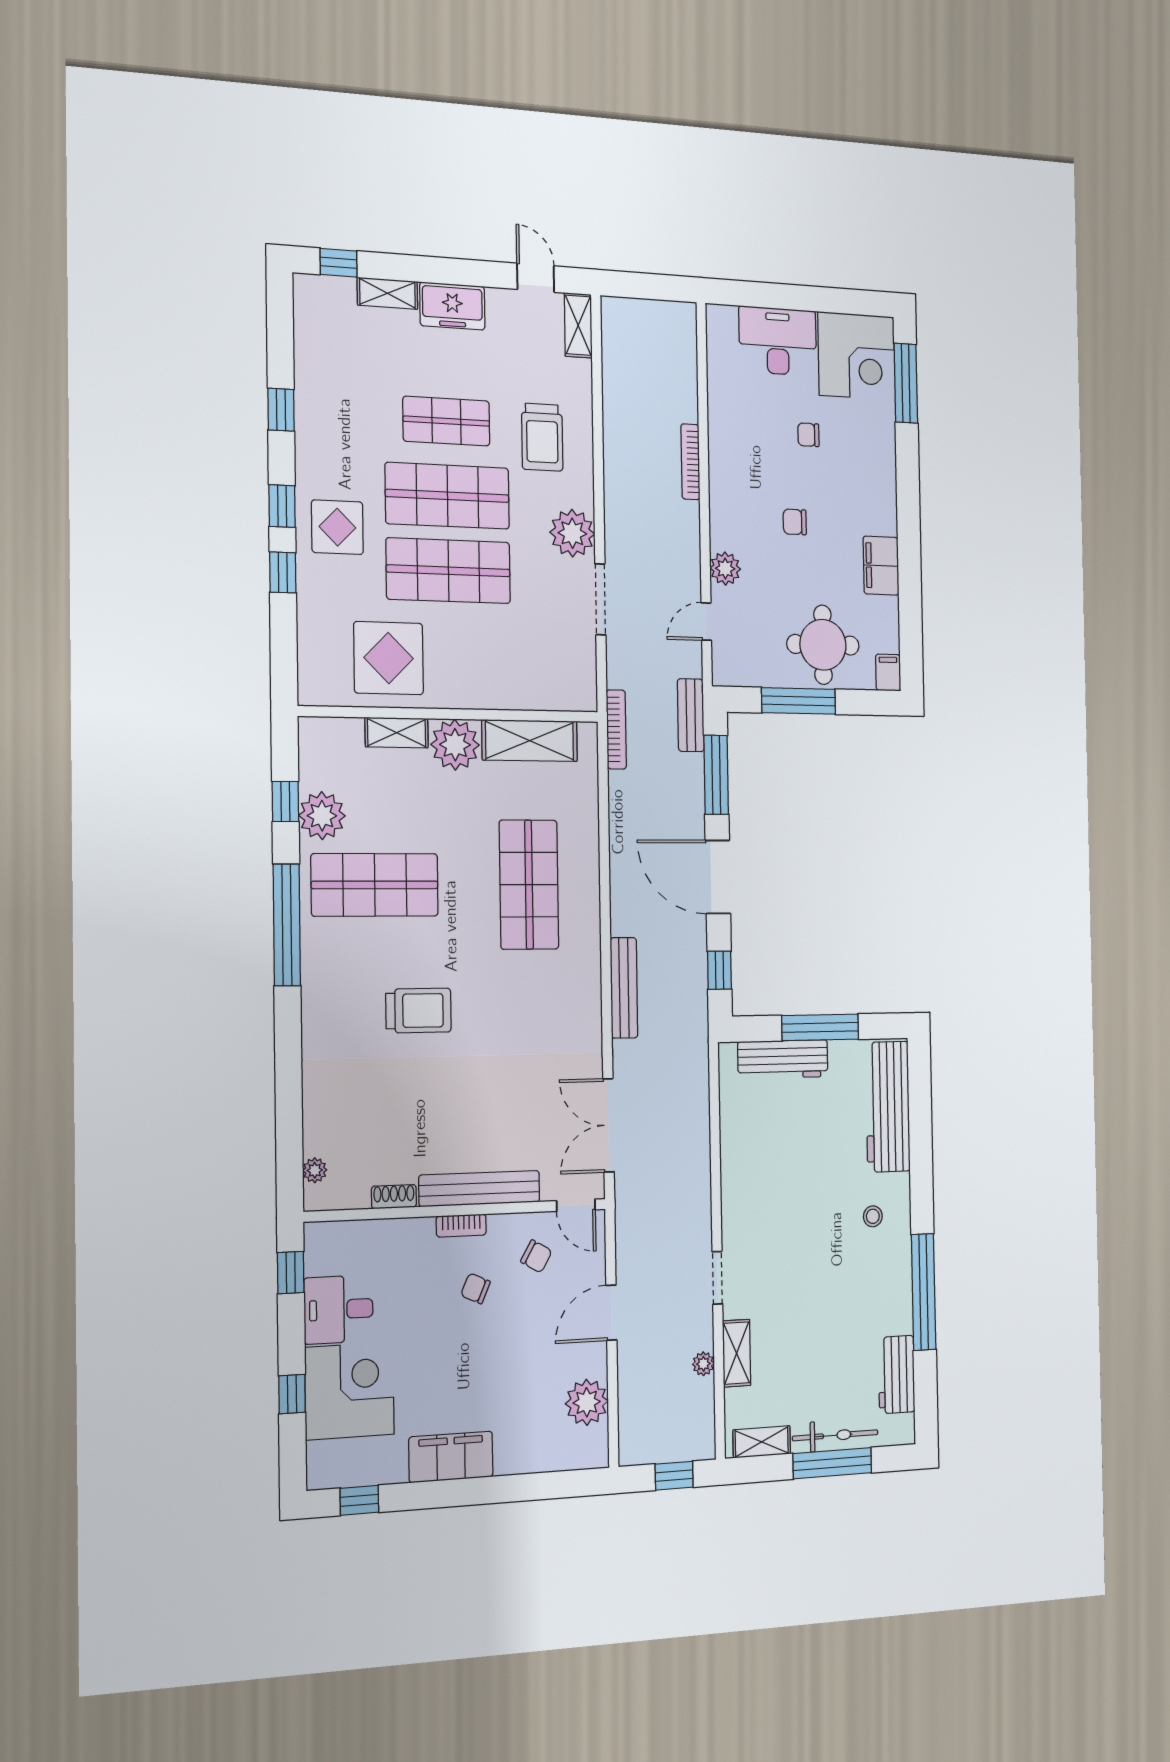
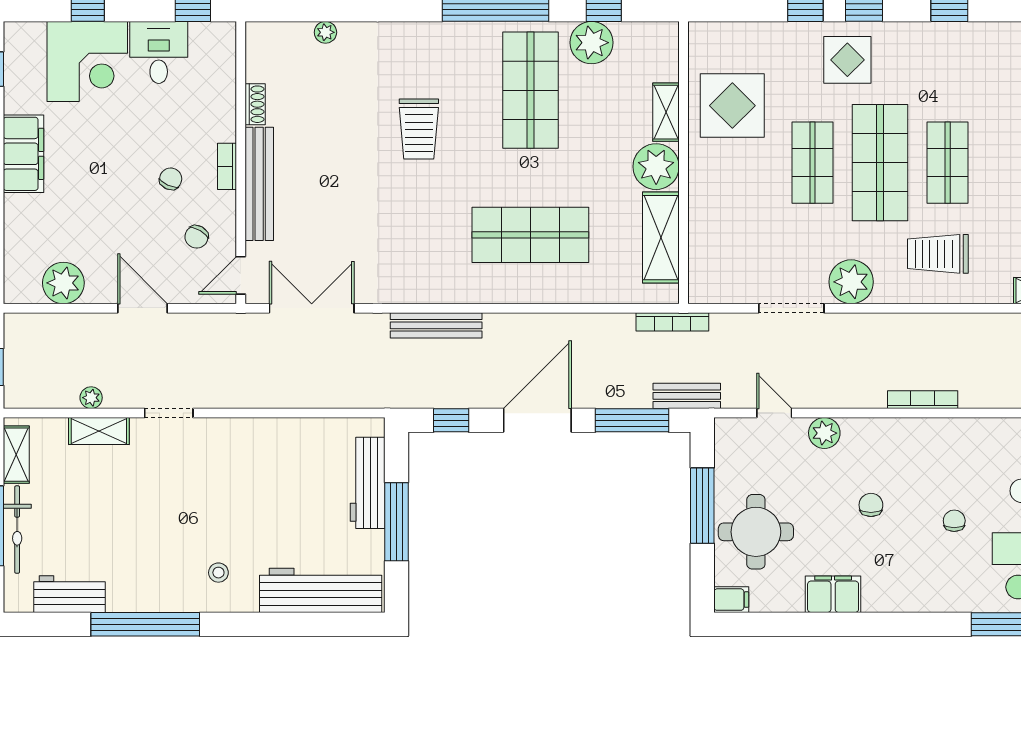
shop shelf: (448, 571) -> (812, 163), width x0.70, depth x0.74
plant: (315, 1170) -> (325, 32), moved

